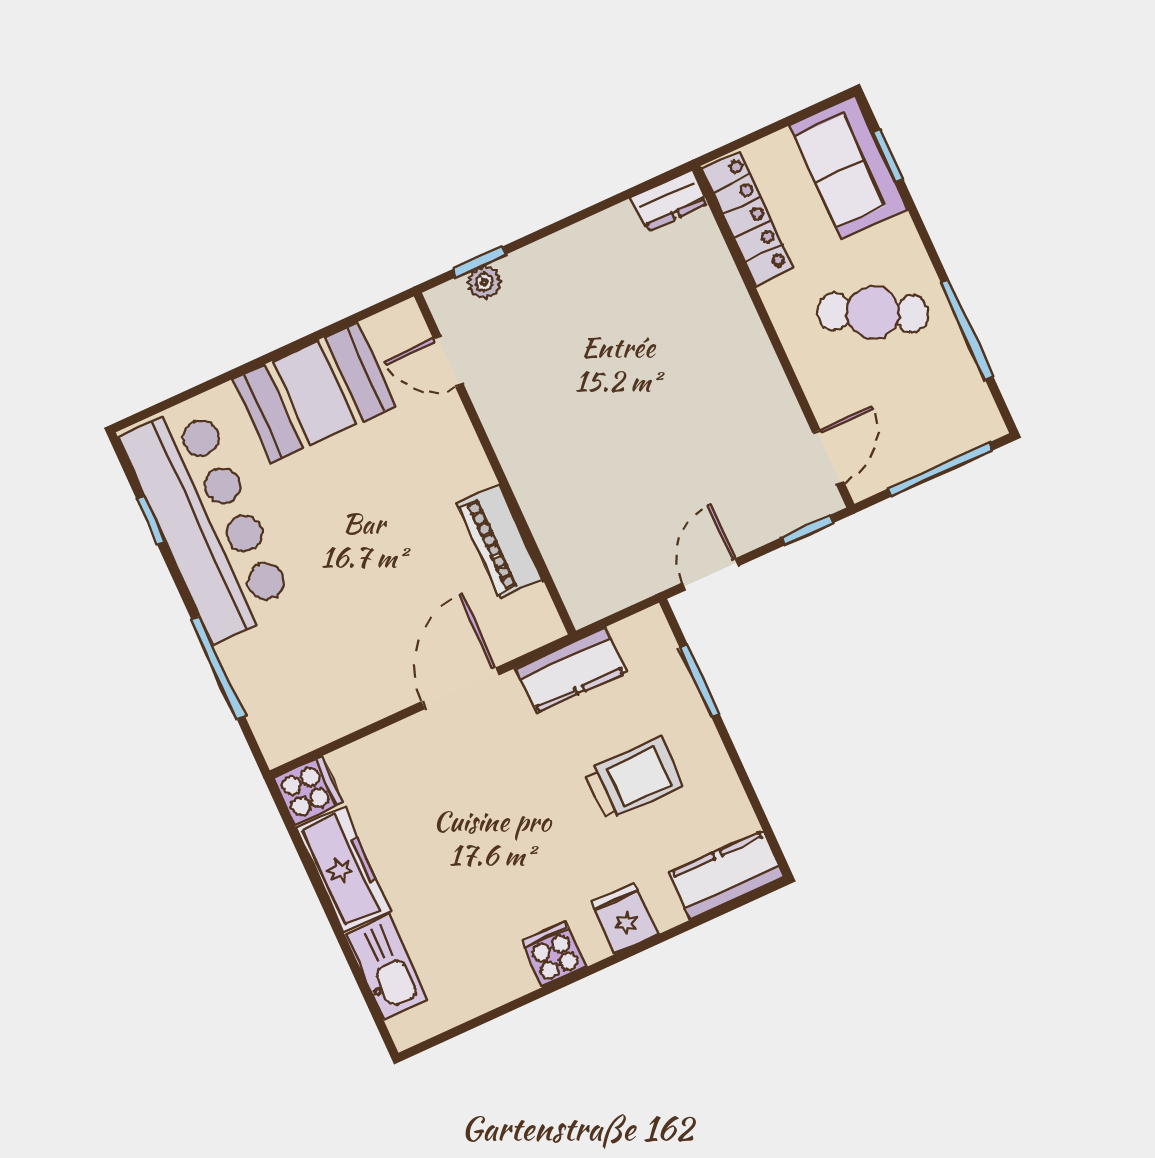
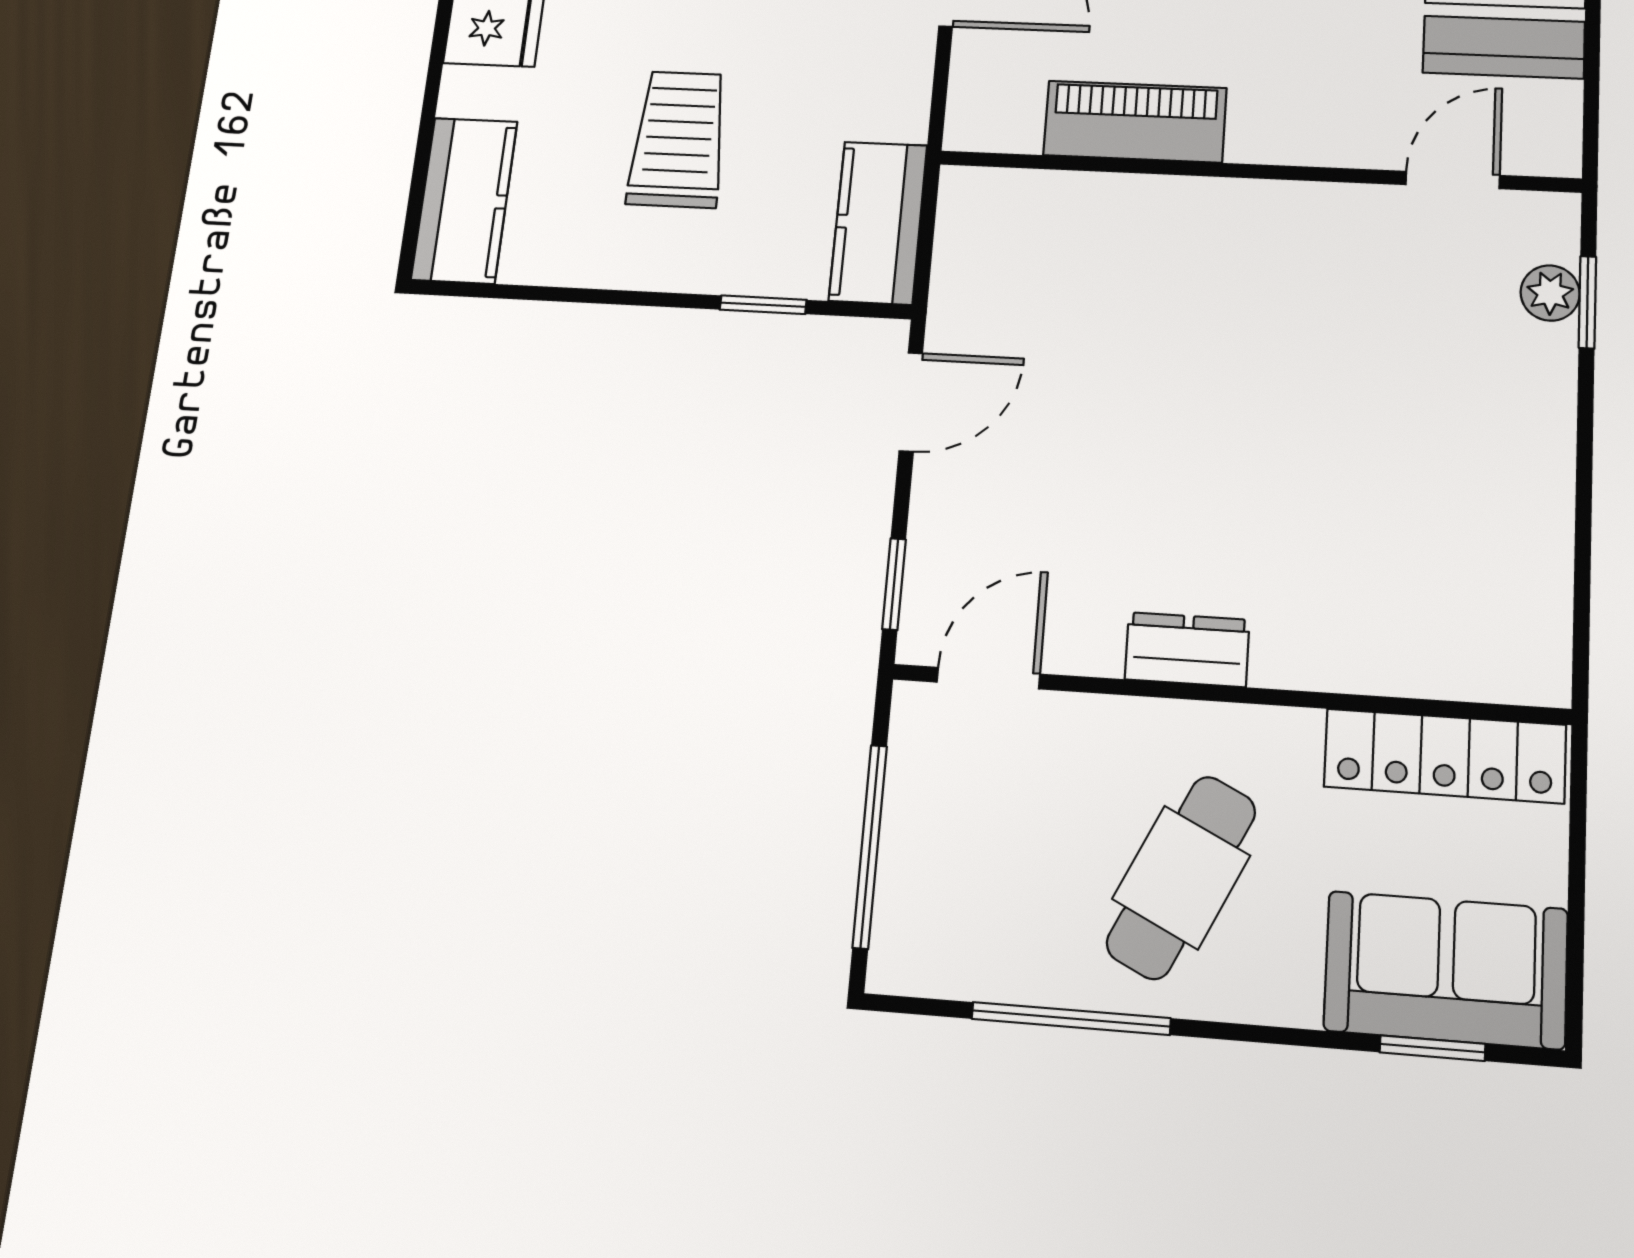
dresser: (670, 200) -> (1187, 650), moved, turned 90
door: (828, 457) -> (988, 678), swing flipped
door: (710, 574) -> (911, 402), hinge flipped
kitchen counter: (571, 670) -> (878, 223), moved
window: (699, 681) -> (763, 305), width x0.67
trolley: (634, 779) -> (679, 139), turned 180

